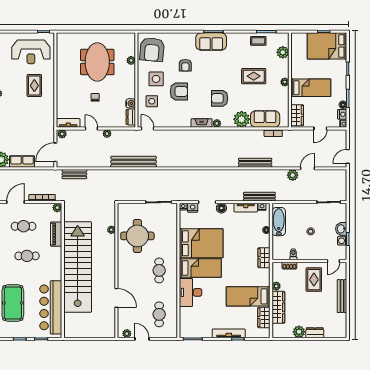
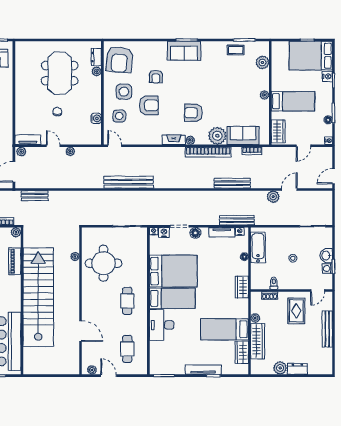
rug: (254, 76) -> (231, 89), removed
nightstand: (342, 114) -> (327, 76), moved
dresser: (131, 117) -> (96, 57), moved
bookcase: (233, 134) -> (208, 152), added
bench: (134, 162) -> (129, 182), moved

